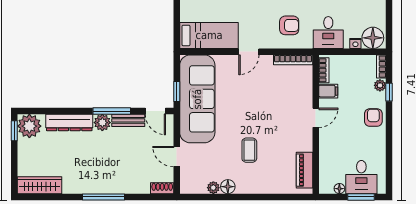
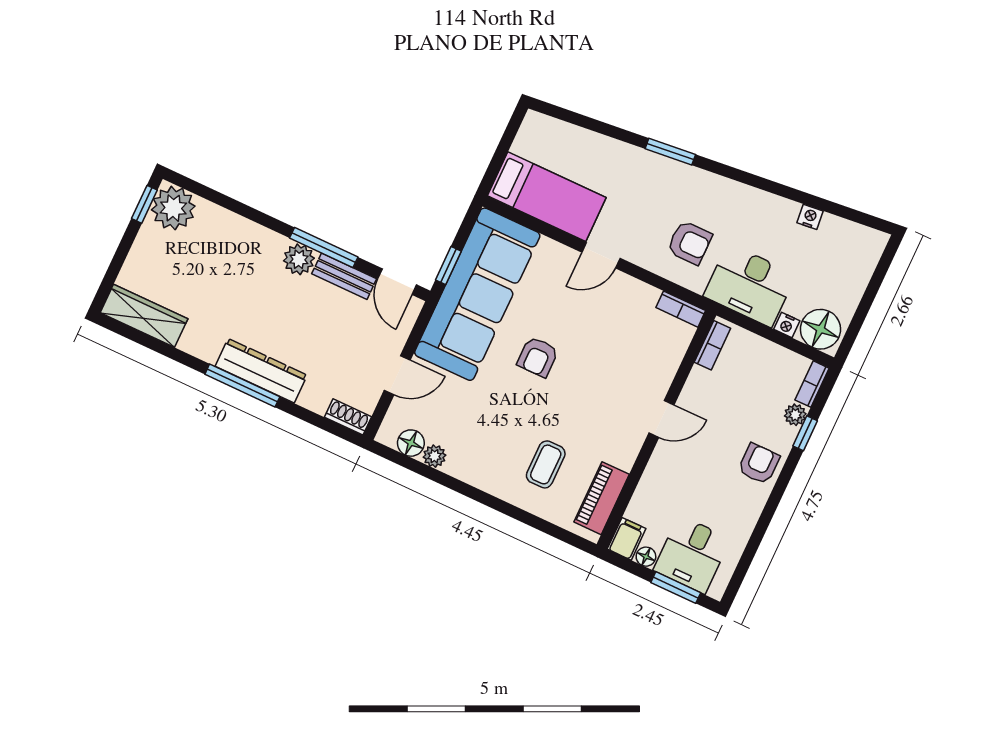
desk: (328, 33) -> (750, 285), width x1.37
bookcase: (293, 60) -> (681, 309), width x0.64
filing cabinet: (328, 91) -> (627, 539), moved, turned -90
armchair: (241, 116) -> (538, 357), added
dresser: (69, 123) -> (261, 371), moved, turned 180
coffee table: (249, 150) -> (546, 464), moved
door: (177, 157) -> (397, 375), swing flipped
floor lamp: (228, 187) -> (411, 443), moved

